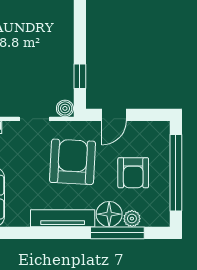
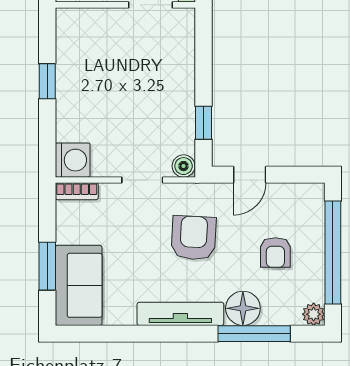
armchair: (72, 162) -> (194, 238), width x0.73, depth x0.73
armchair: (133, 173) -> (275, 253), width x0.72, depth x0.72
plant: (132, 219) -> (314, 314), moved

